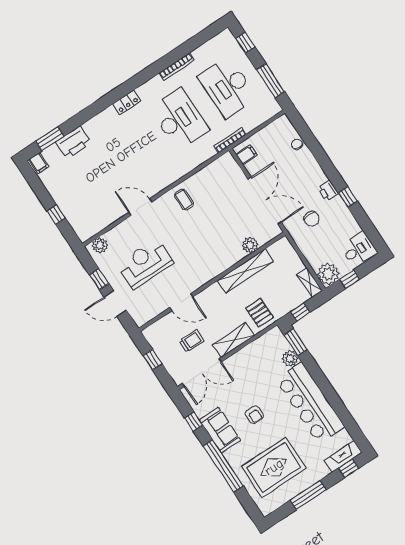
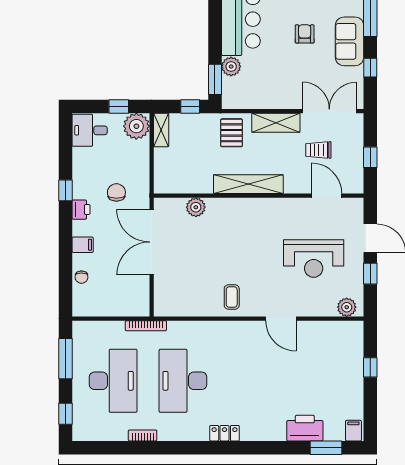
bookcase: (177, 67) -> (143, 435), width x0.64
filing cabinet: (247, 155) -> (83, 245), moved, turned 180
shelving: (245, 271) -> (248, 184), moved
door: (181, 302) -> (327, 196), moved

